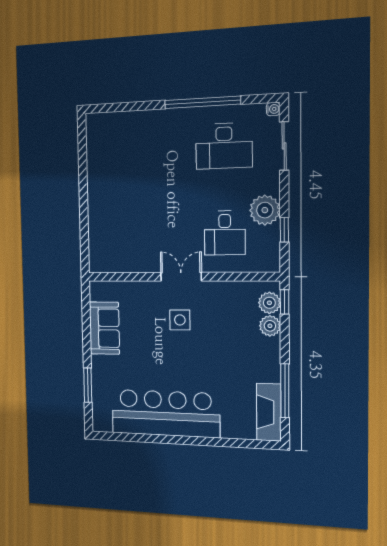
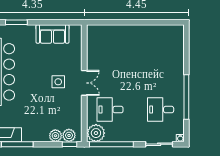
desk: (224, 146) -> (161, 110), width x0.73
plant: (265, 210) -> (96, 133), moved
window: (284, 230) -> (111, 144), width x3.17

